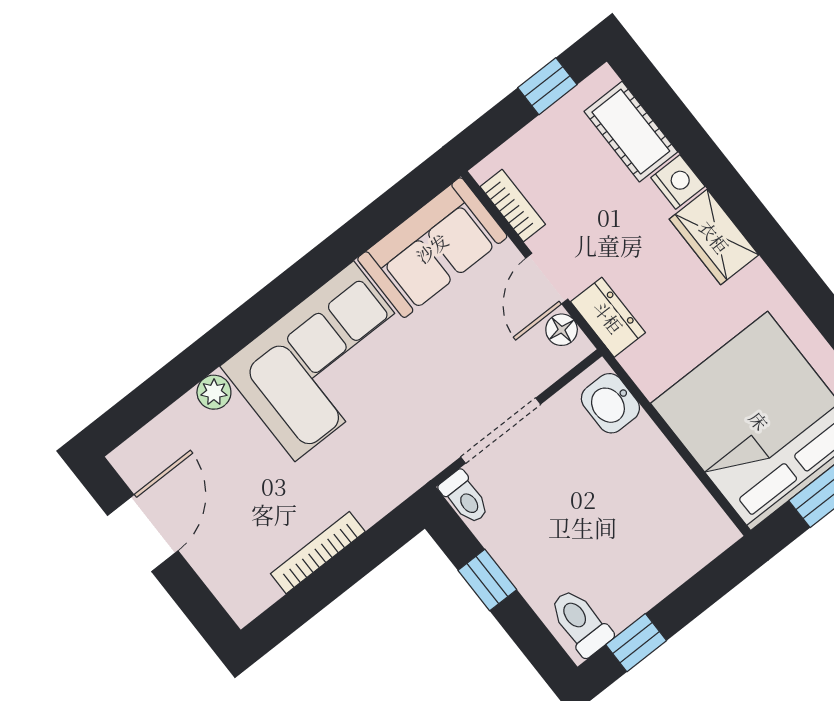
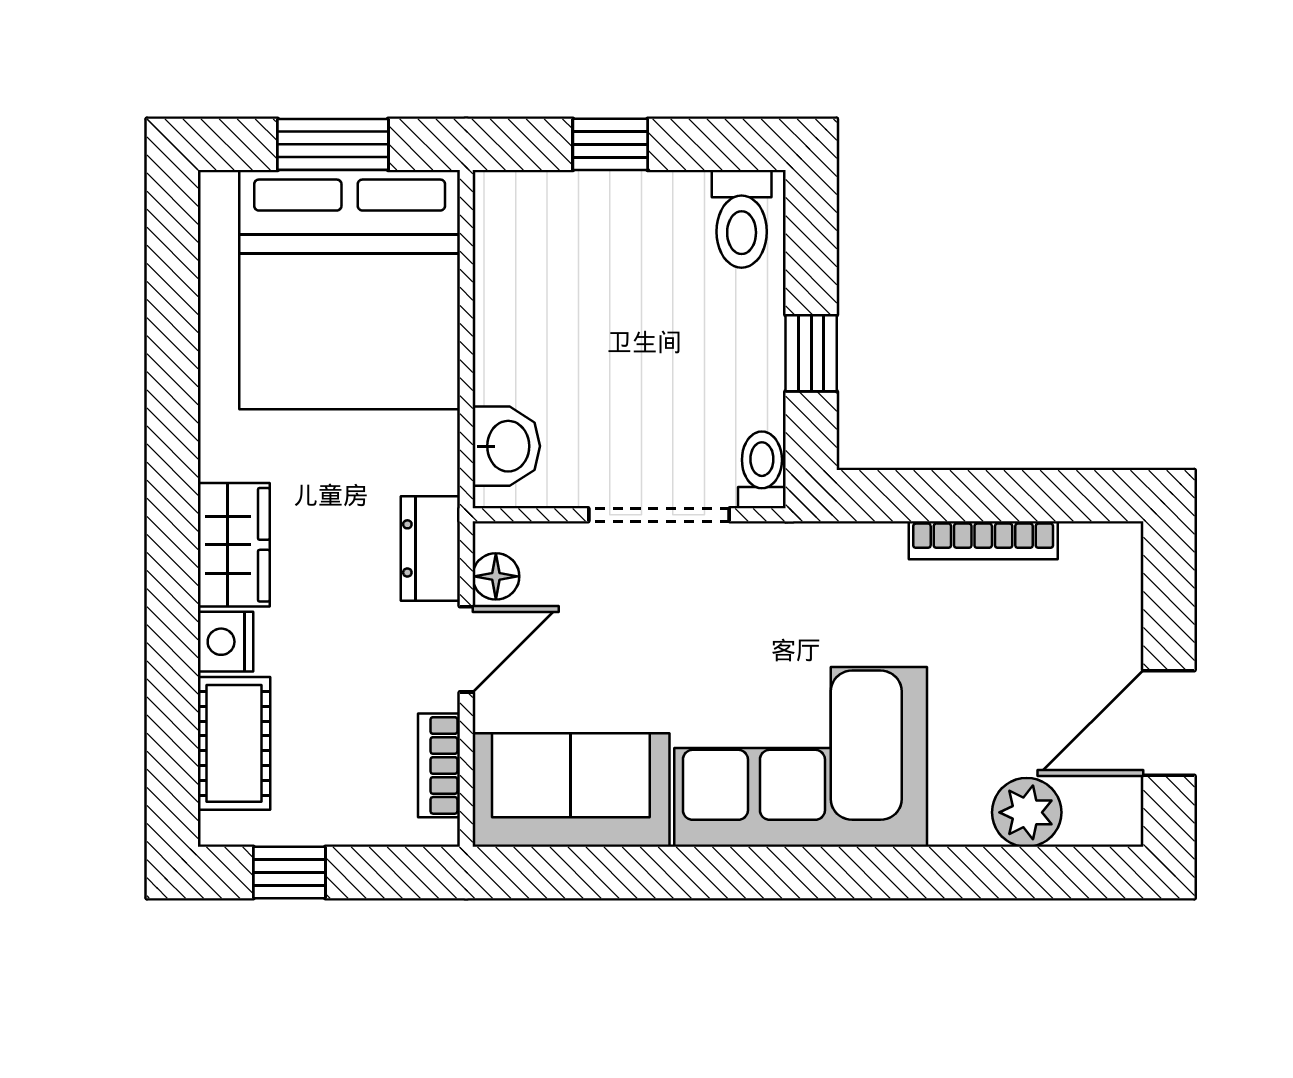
plant: (214, 392) -> (1027, 812), moved, width x1.38, depth x1.38
window: (636, 643) -> (610, 144), moved

